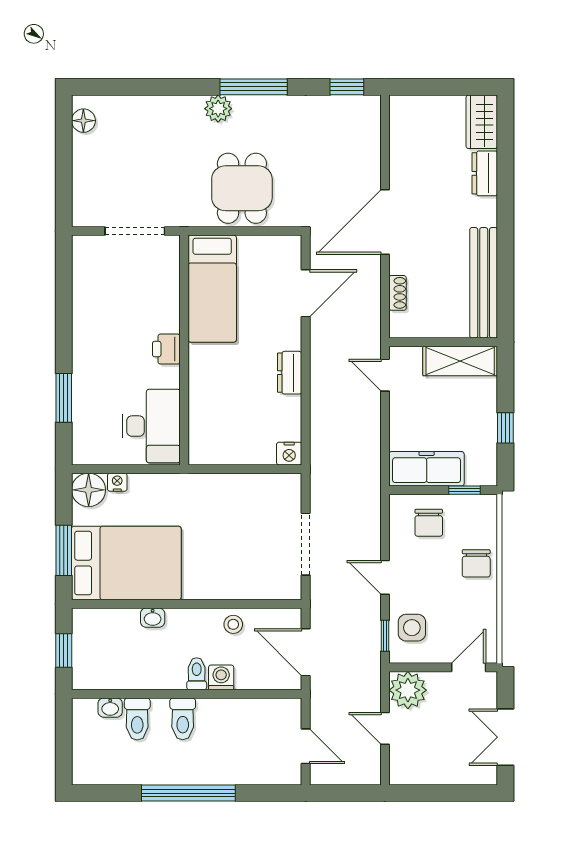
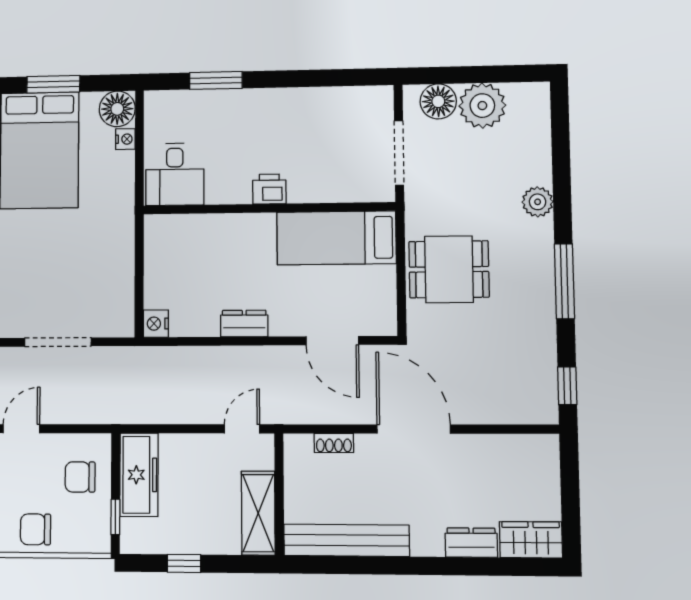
plant: (218, 109) -> (538, 202), moved
floor lamp: (83, 121) -> (438, 101), moved, width x1.38, depth x1.38
plant: (93, 156) -> (482, 106), added
desk: (151, 426) -> (175, 174), width x0.73

